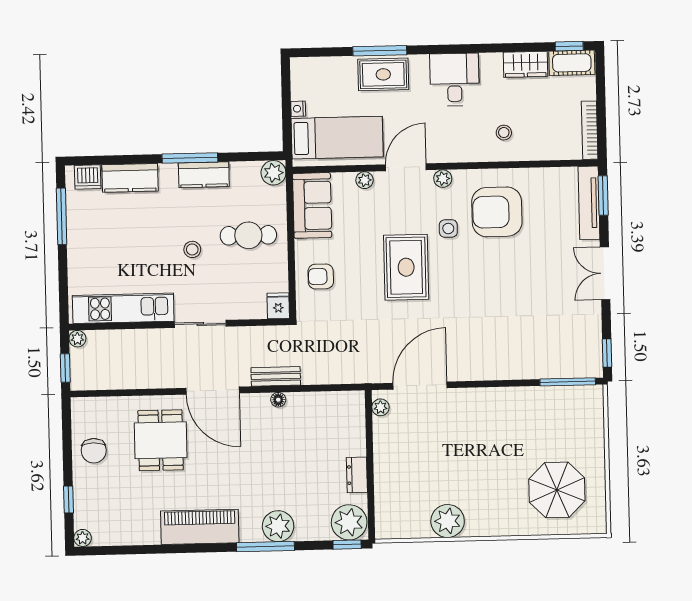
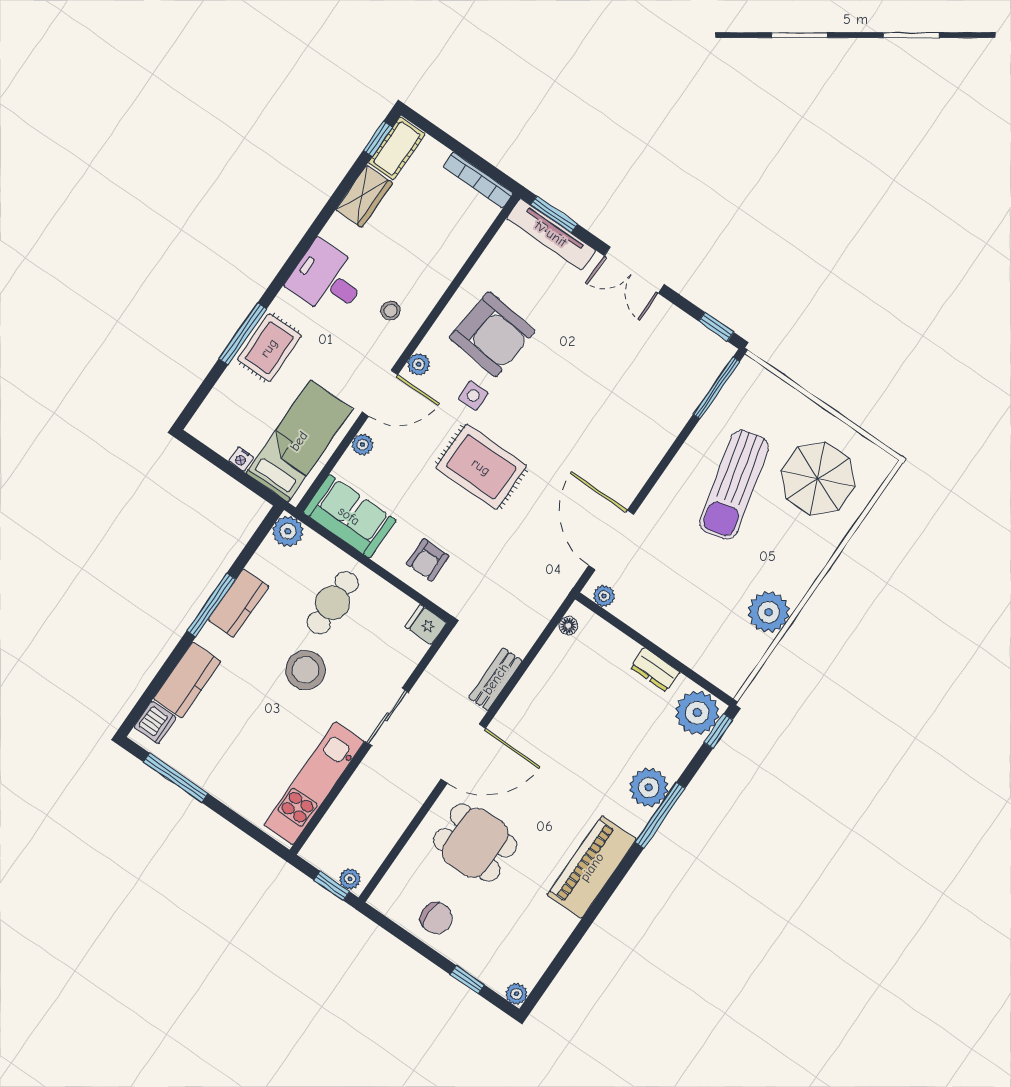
stool: (504, 133) -> (391, 311), moved
door: (406, 167) -> (380, 393), swing flipped
armchair: (497, 212) -> (492, 334), turned -84
stool: (192, 249) -> (306, 670), width x1.89, depth x1.89
plant: (77, 339) -> (350, 879), moved
floor lamp: (278, 400) -> (568, 626), moved
sun lounger: (514, 439) -> (734, 485), added

